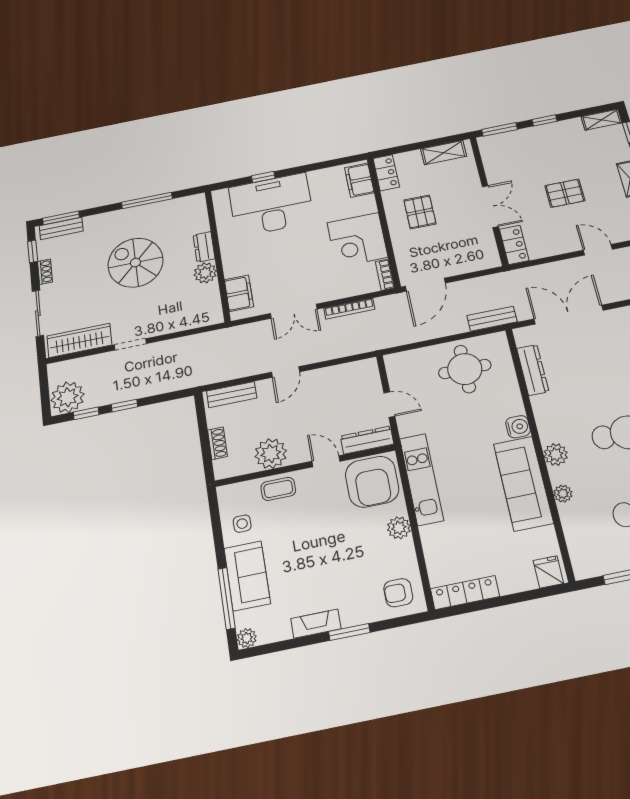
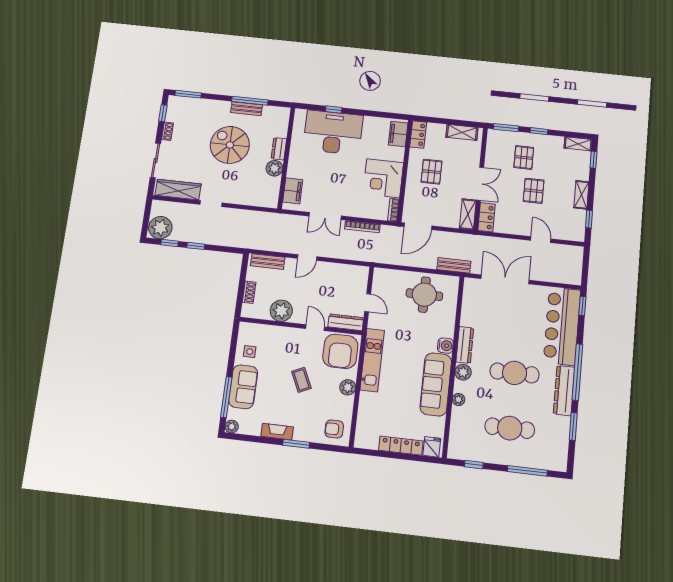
pallet: (536, 157) -> (524, 157), added
pallet: (565, 193) -> (534, 191), turned 90
bench: (61, 228) -> (247, 109), moved
shelving: (488, 249) -> (468, 214), added
dresser: (533, 370) -> (465, 345), moved
coffee table: (278, 489) -> (301, 380), moved, turned 65
locker: (465, 593) -> (401, 446), moved

